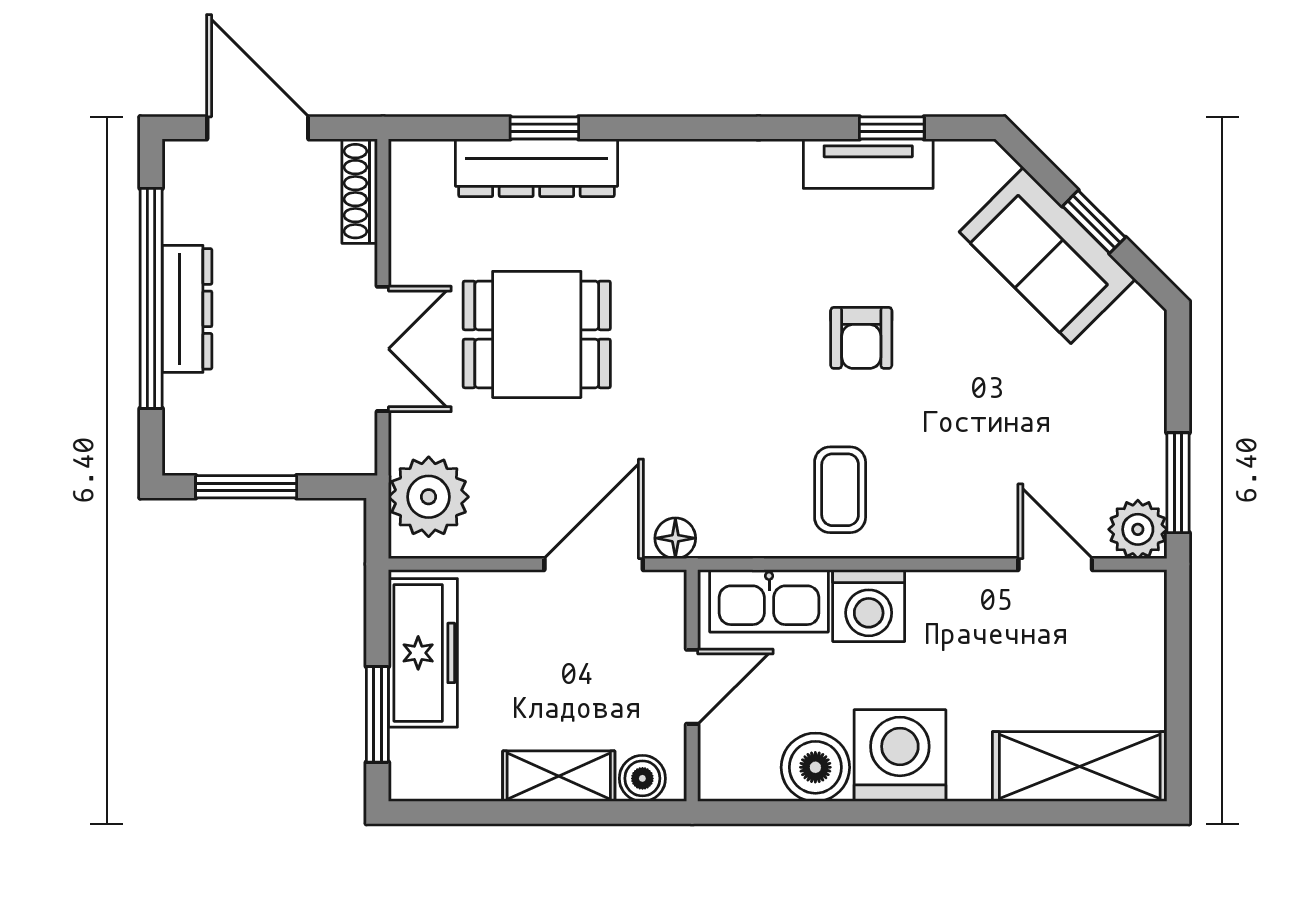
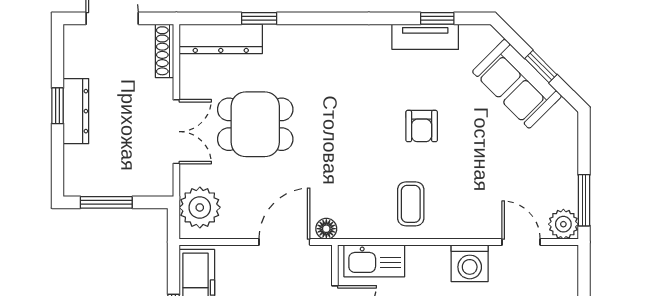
dresser: (536, 168) -> (221, 39), moved
window: (151, 298) -> (58, 106), width x0.32
washing machine: (869, 606) -> (470, 263), moved

